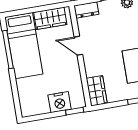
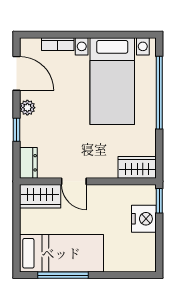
wardrobe: (50, 18) -> (40, 196), moved, turned 90
door: (78, 46) -> (74, 181), hinge flipped

